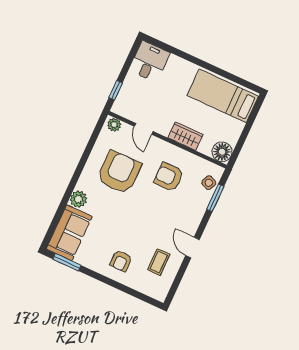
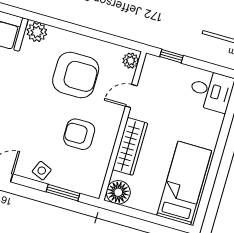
wardrobe: (185, 136) -> (130, 146), width x1.50
armchair: (169, 177) -> (79, 134), turned -90
side table: (209, 183) -> (42, 171), moved

